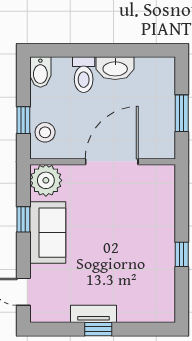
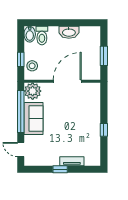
toilet: (84, 75) -> (42, 36), moved
window: (23, 219) -> (21, 112), width x3.17
tv unit: (93, 314) -> (72, 161), moved

